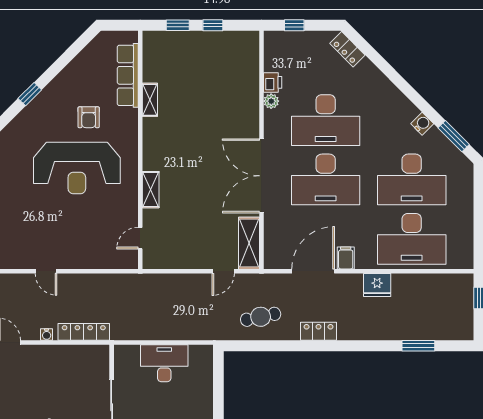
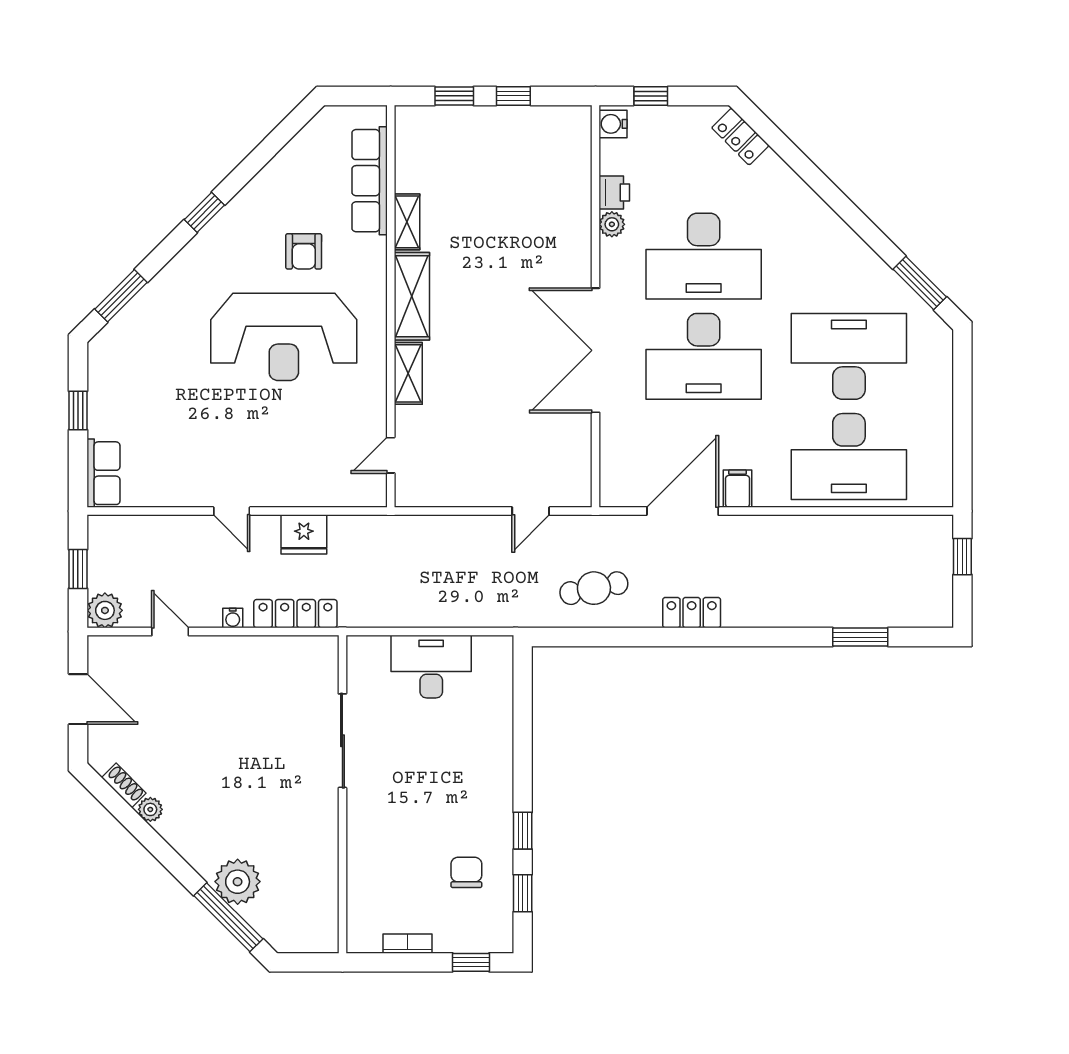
water cooler: (422, 124) -> (613, 124), moved, turned -135
desk: (412, 179) -> (849, 356), turned 180
shelving: (249, 243) -> (412, 296), moved
fridge: (377, 285) -> (304, 534), moved

